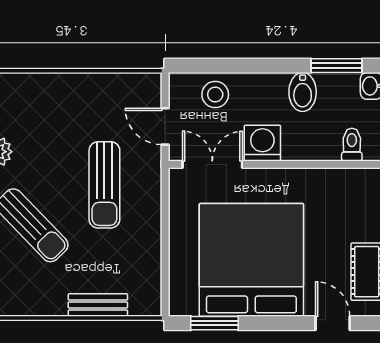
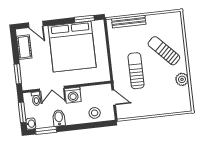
double door: (212, 164) -> (52, 89), moved
bench: (98, 305) -> (129, 21), width x1.36

